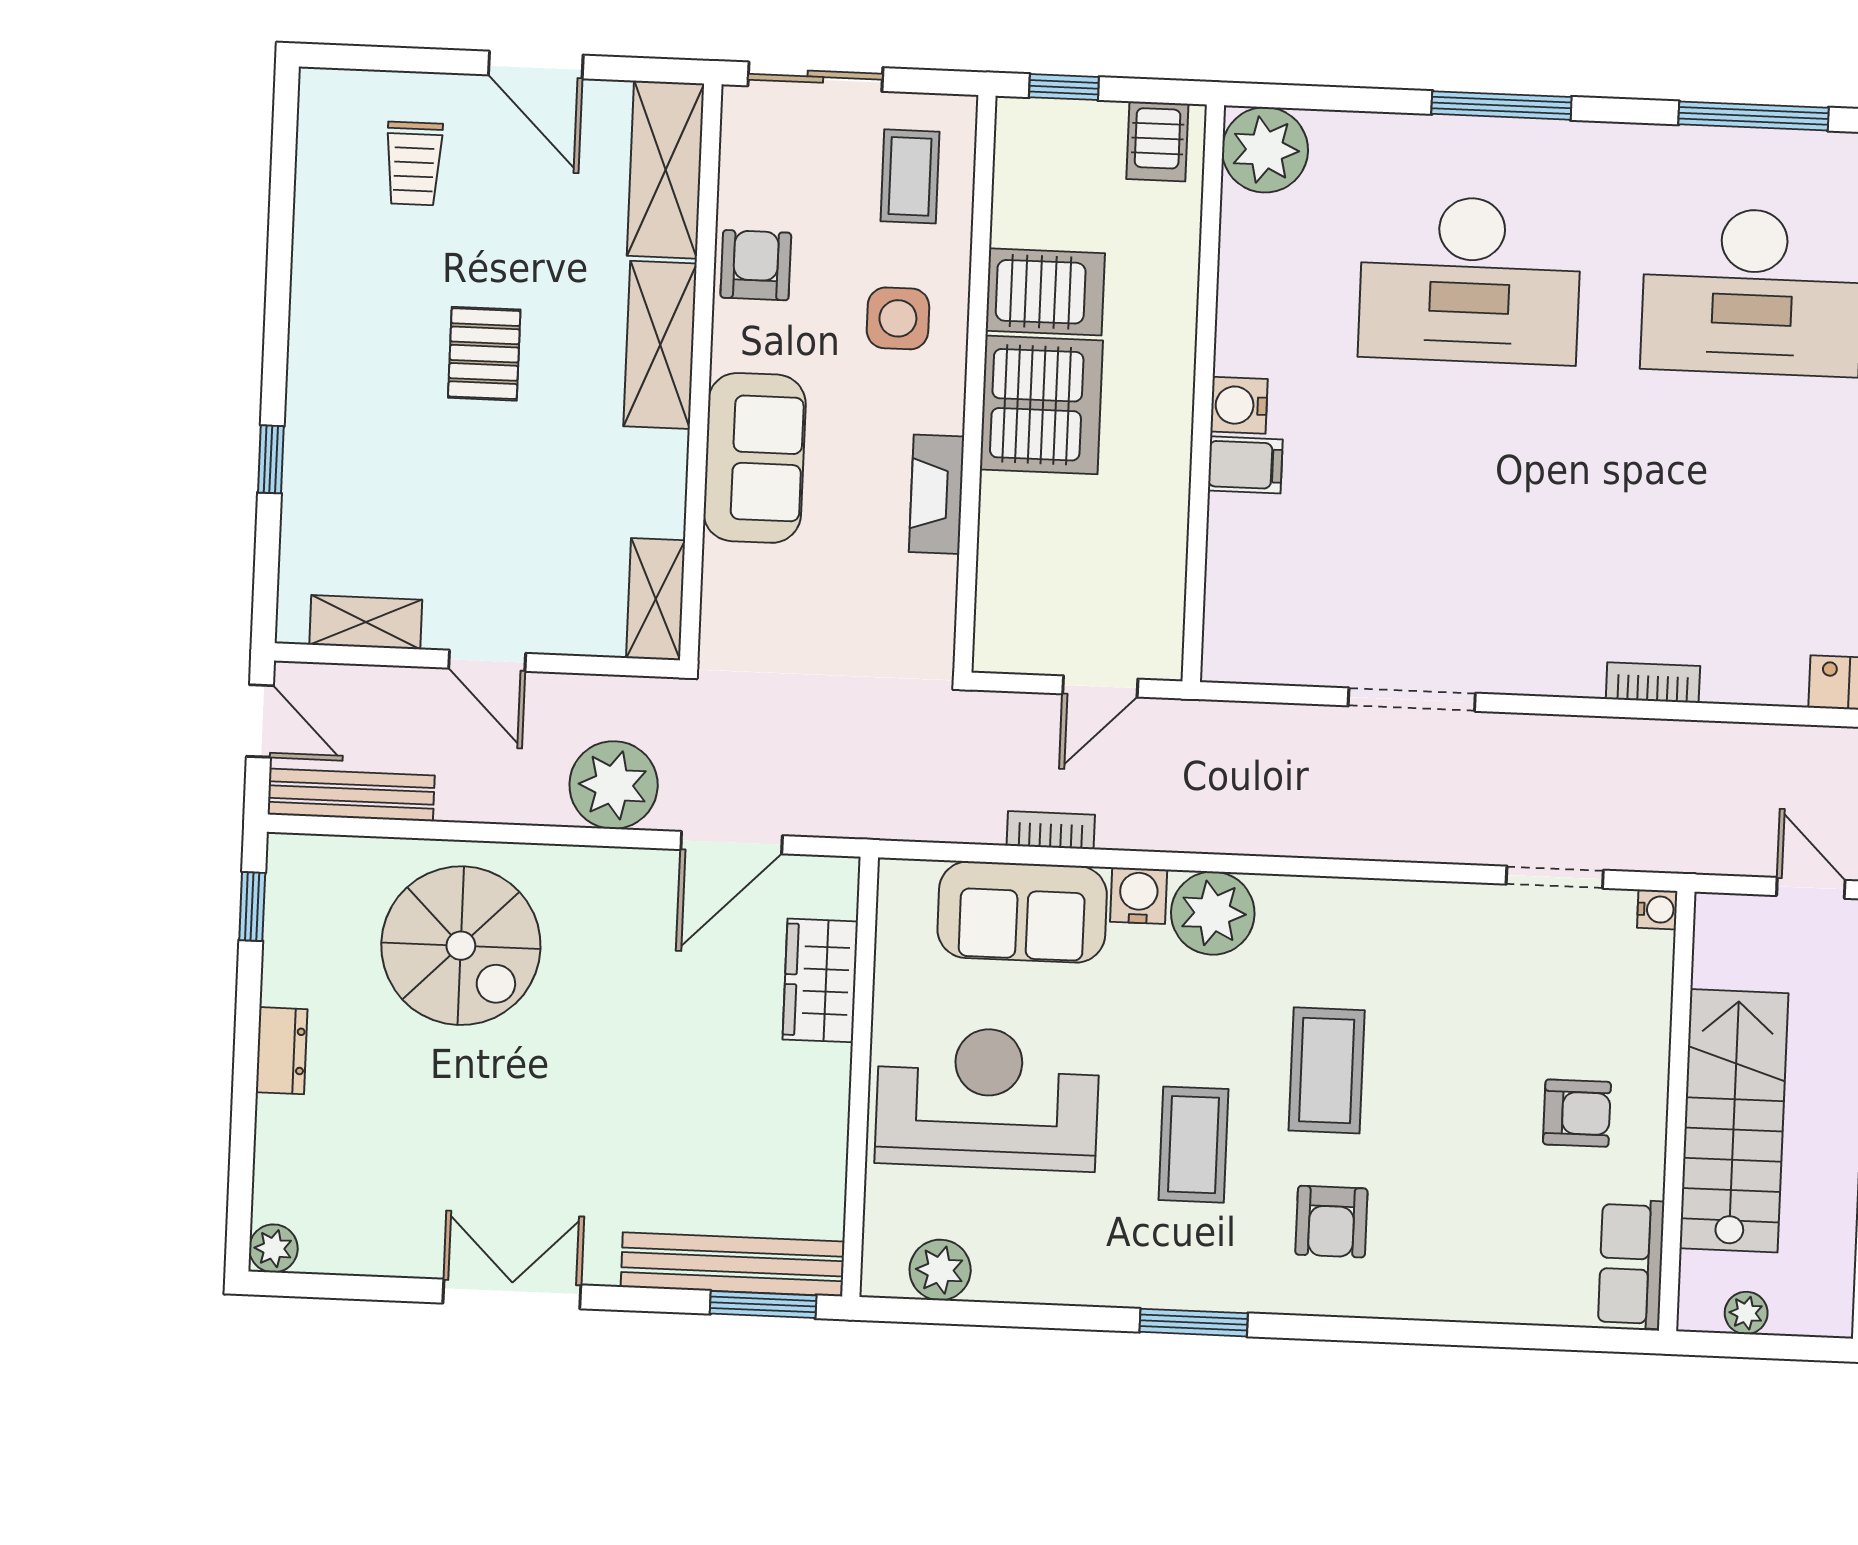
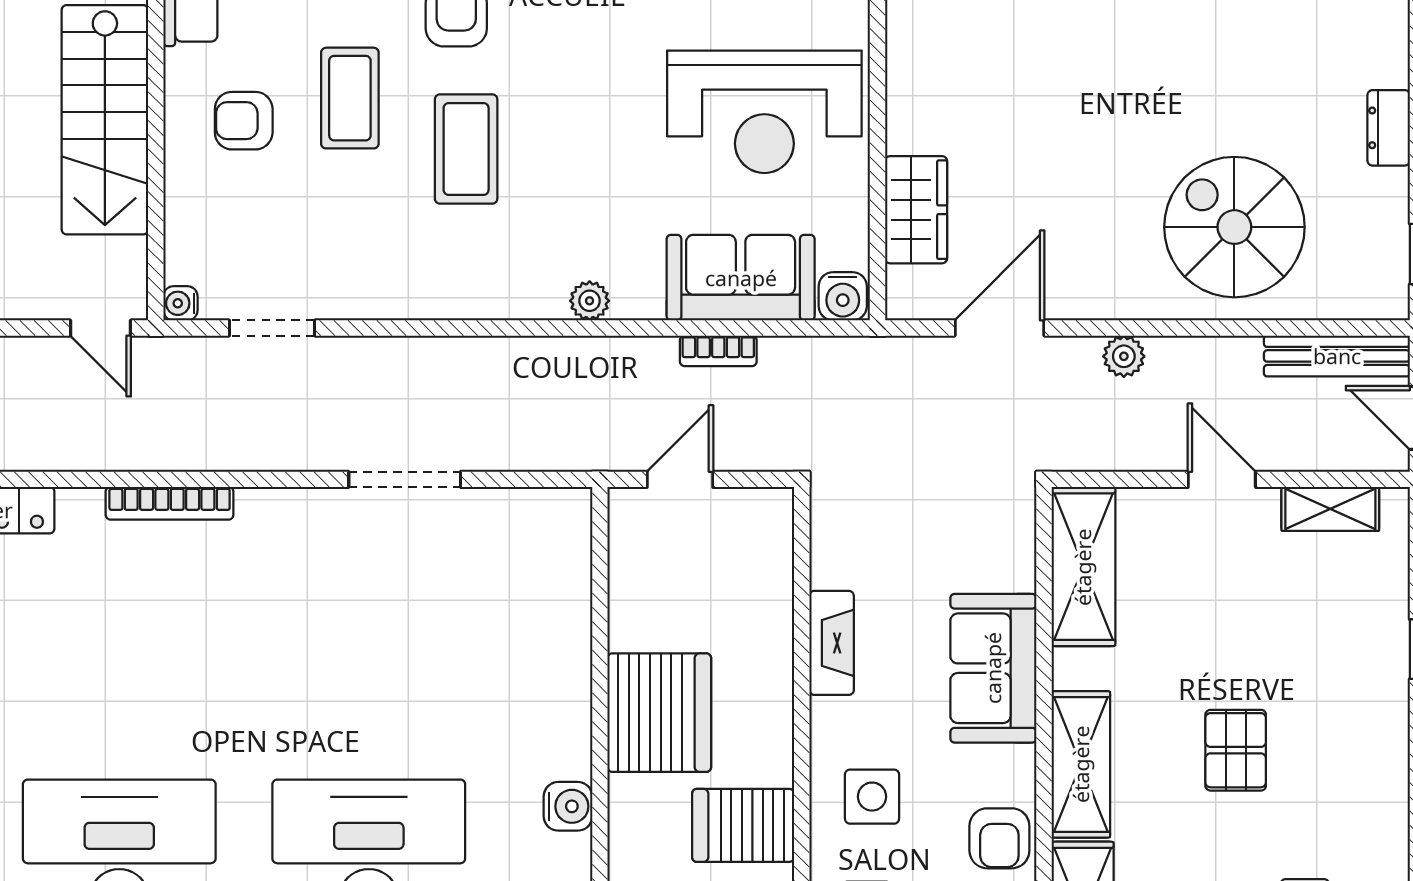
server rack: (1041, 405) -> (659, 713), moved, turned 180
water cooler: (1239, 405) -> (568, 806), moved
filing cabinet: (1245, 465) -> (560, 680), removed
shelving: (656, 599) -> (1083, 567), width x1.50, depth x1.33
bookcase: (1653, 683) -> (170, 503), width x1.56
plant: (614, 785) -> (1124, 356), width x0.53, depth x0.53
door: (1811, 888) -> (100, 328), moved
water cooler: (1139, 896) -> (843, 296), moved
plant: (1213, 913) -> (590, 301), width x0.53, depth x0.53
coffee table: (1194, 1145) -> (350, 98), moved

